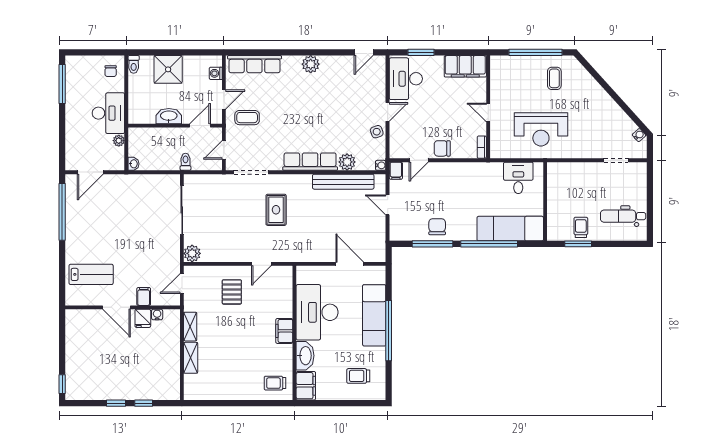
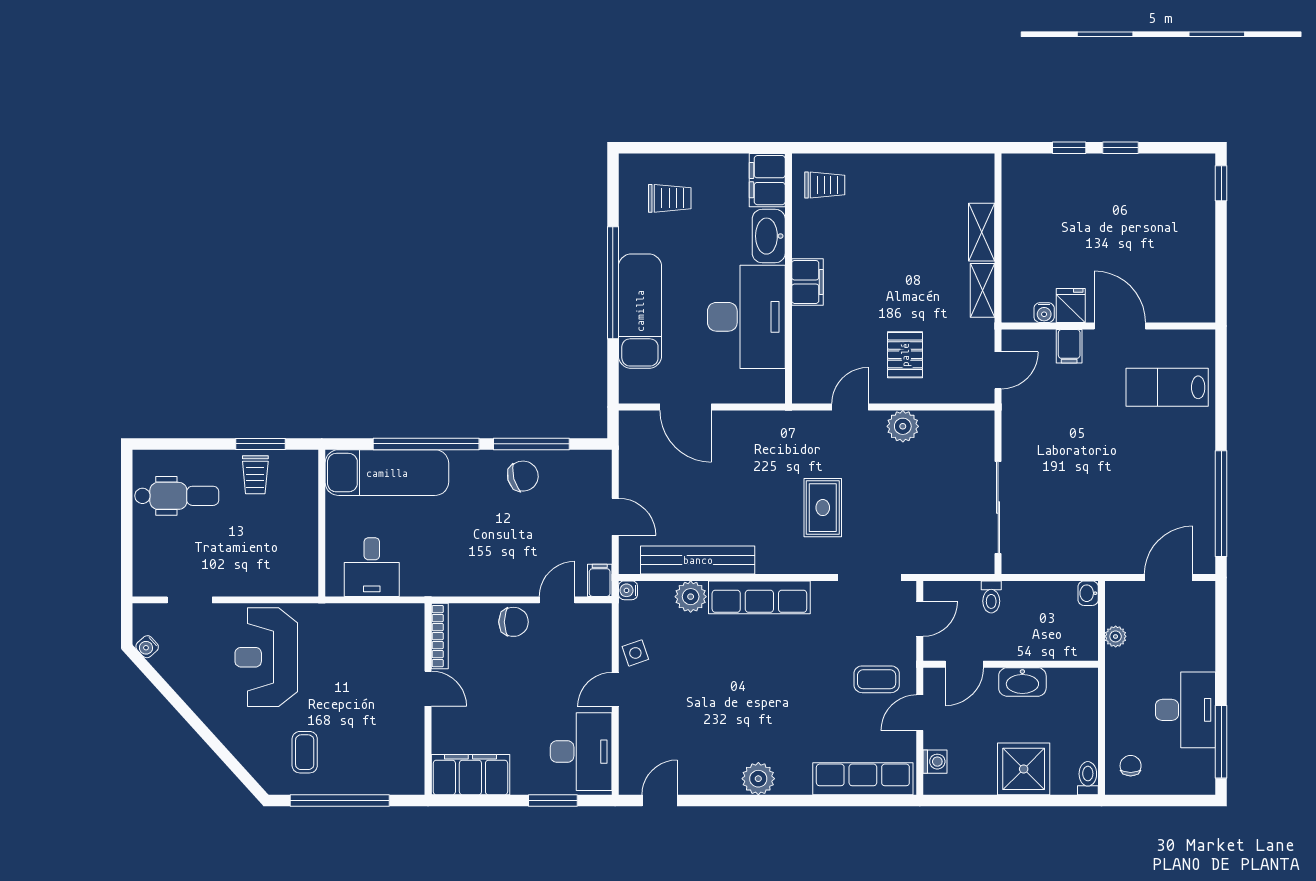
desk: (108, 113) -> (1186, 710), moved, turned 180
reception desk: (541, 129) -> (266, 657), moved, turned -90
bookcase: (482, 147) -> (440, 636), width x1.56
chair: (437, 227) -> (523, 476), turned -105
plant: (192, 253) -> (903, 426), moved

